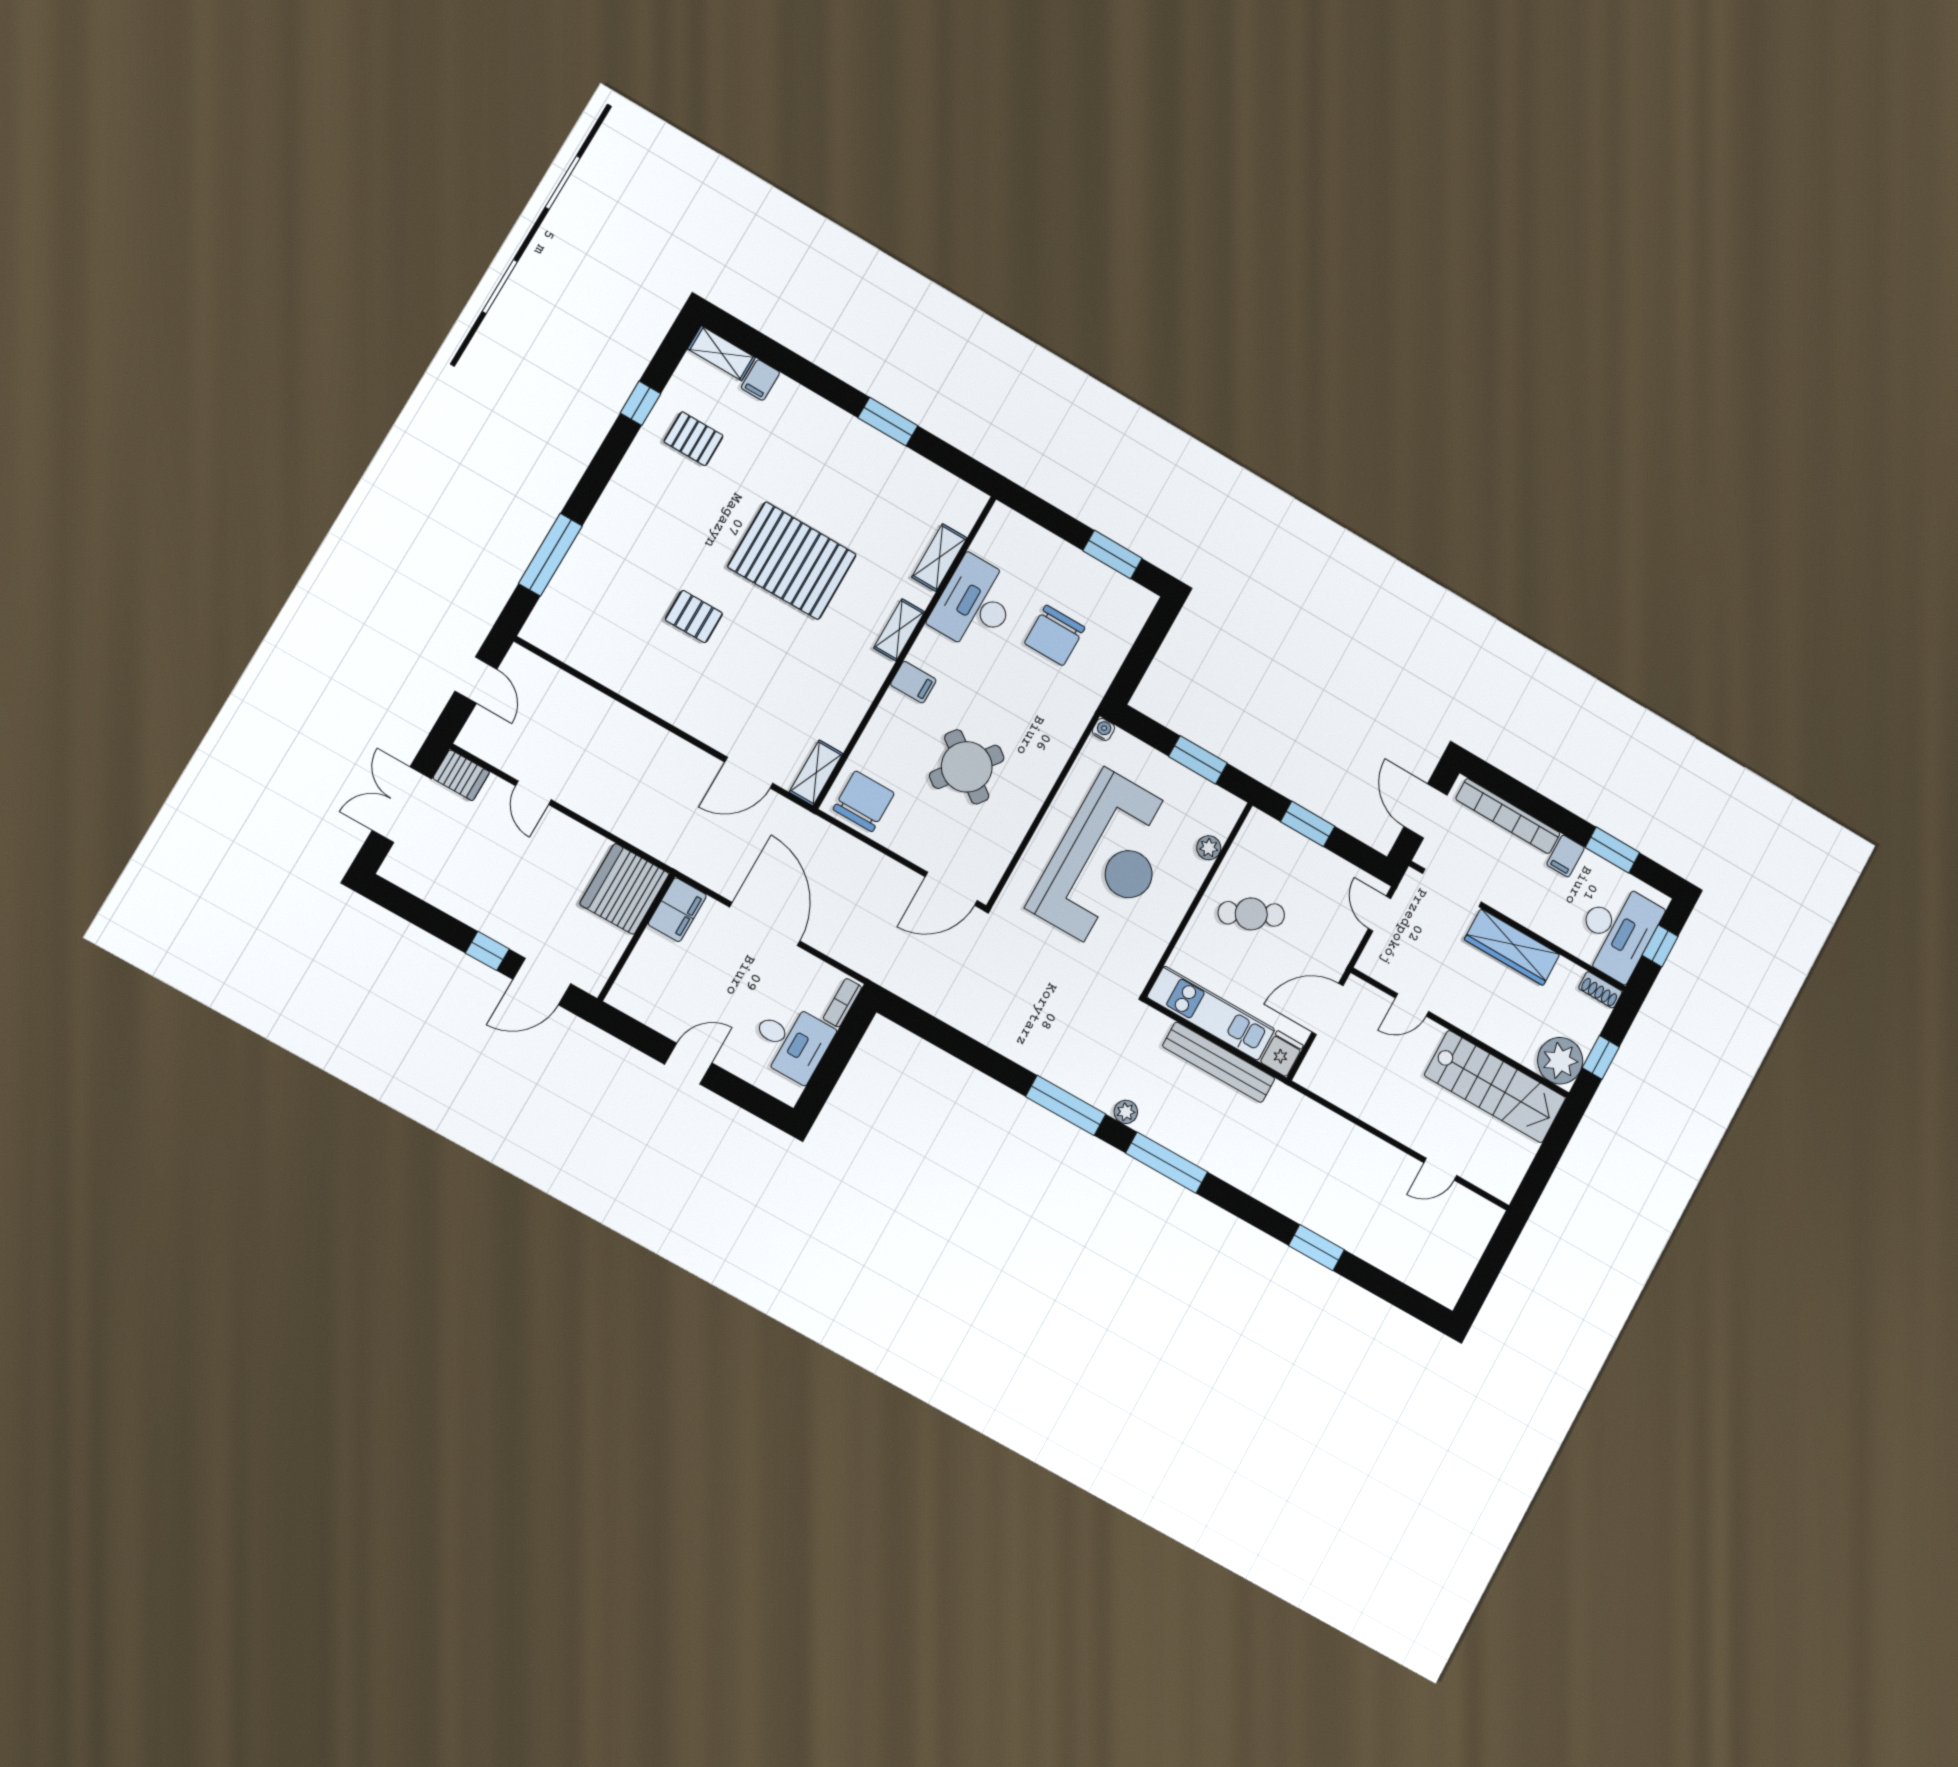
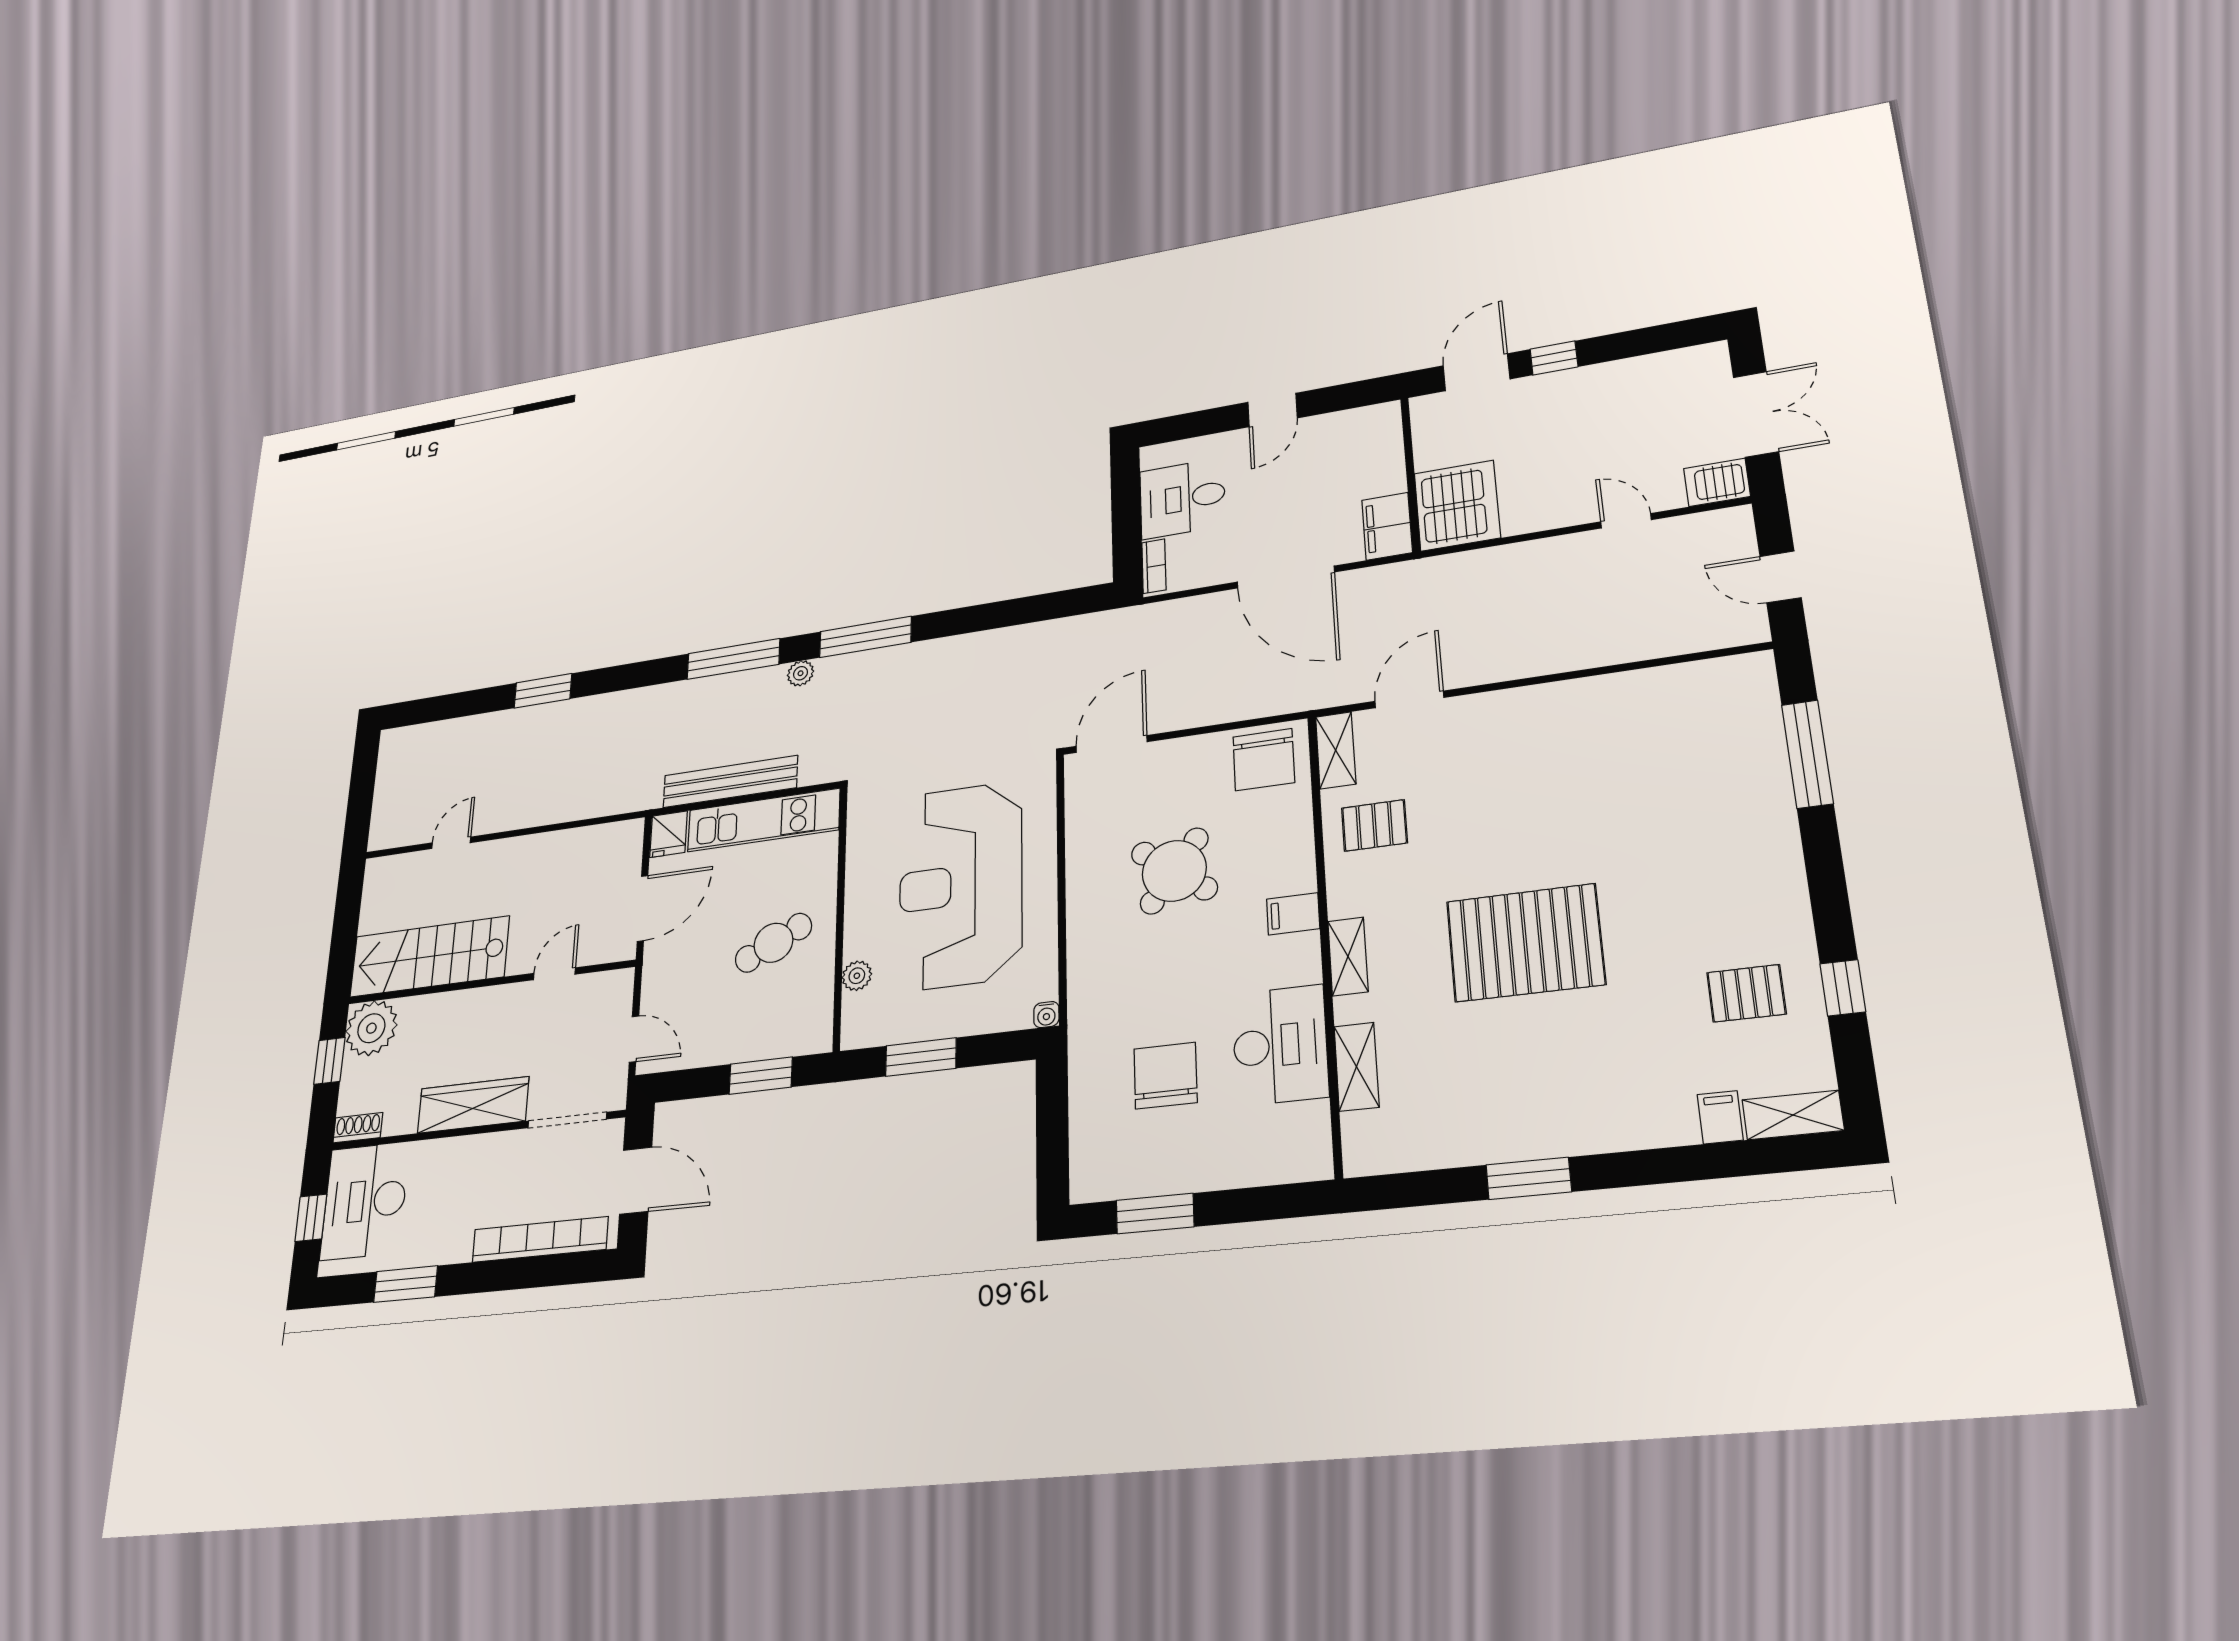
pallet: (694, 617) -> (1374, 825), moved
filing cabinet: (1565, 856) -> (456, 1241), removed

